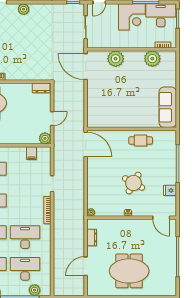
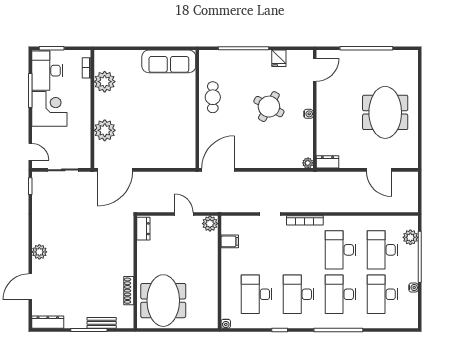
dresser: (92, 237) -> (327, 162), moved

